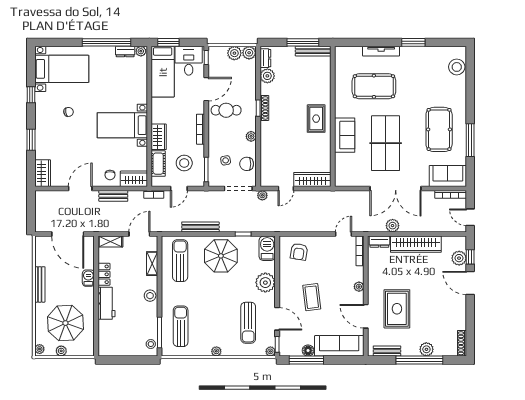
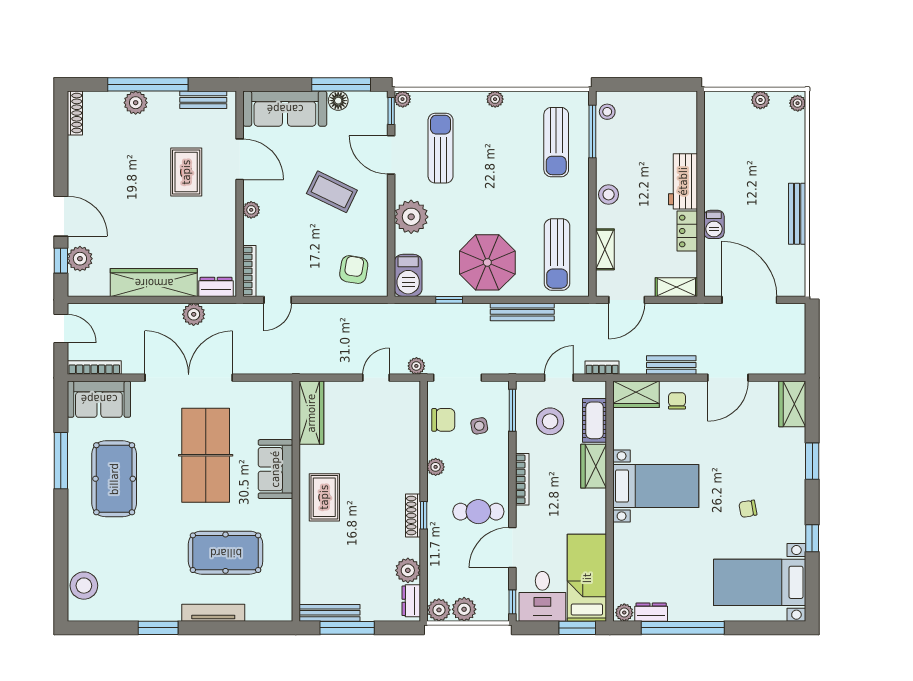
wardrobe: (312, 179) -> (311, 413), moved, turned -90
coffee table: (312, 297) -> (332, 192), turned -57
rug: (397, 309) -> (186, 172), width x0.73, depth x0.70
parasol: (65, 323) -> (753, 148), removed

